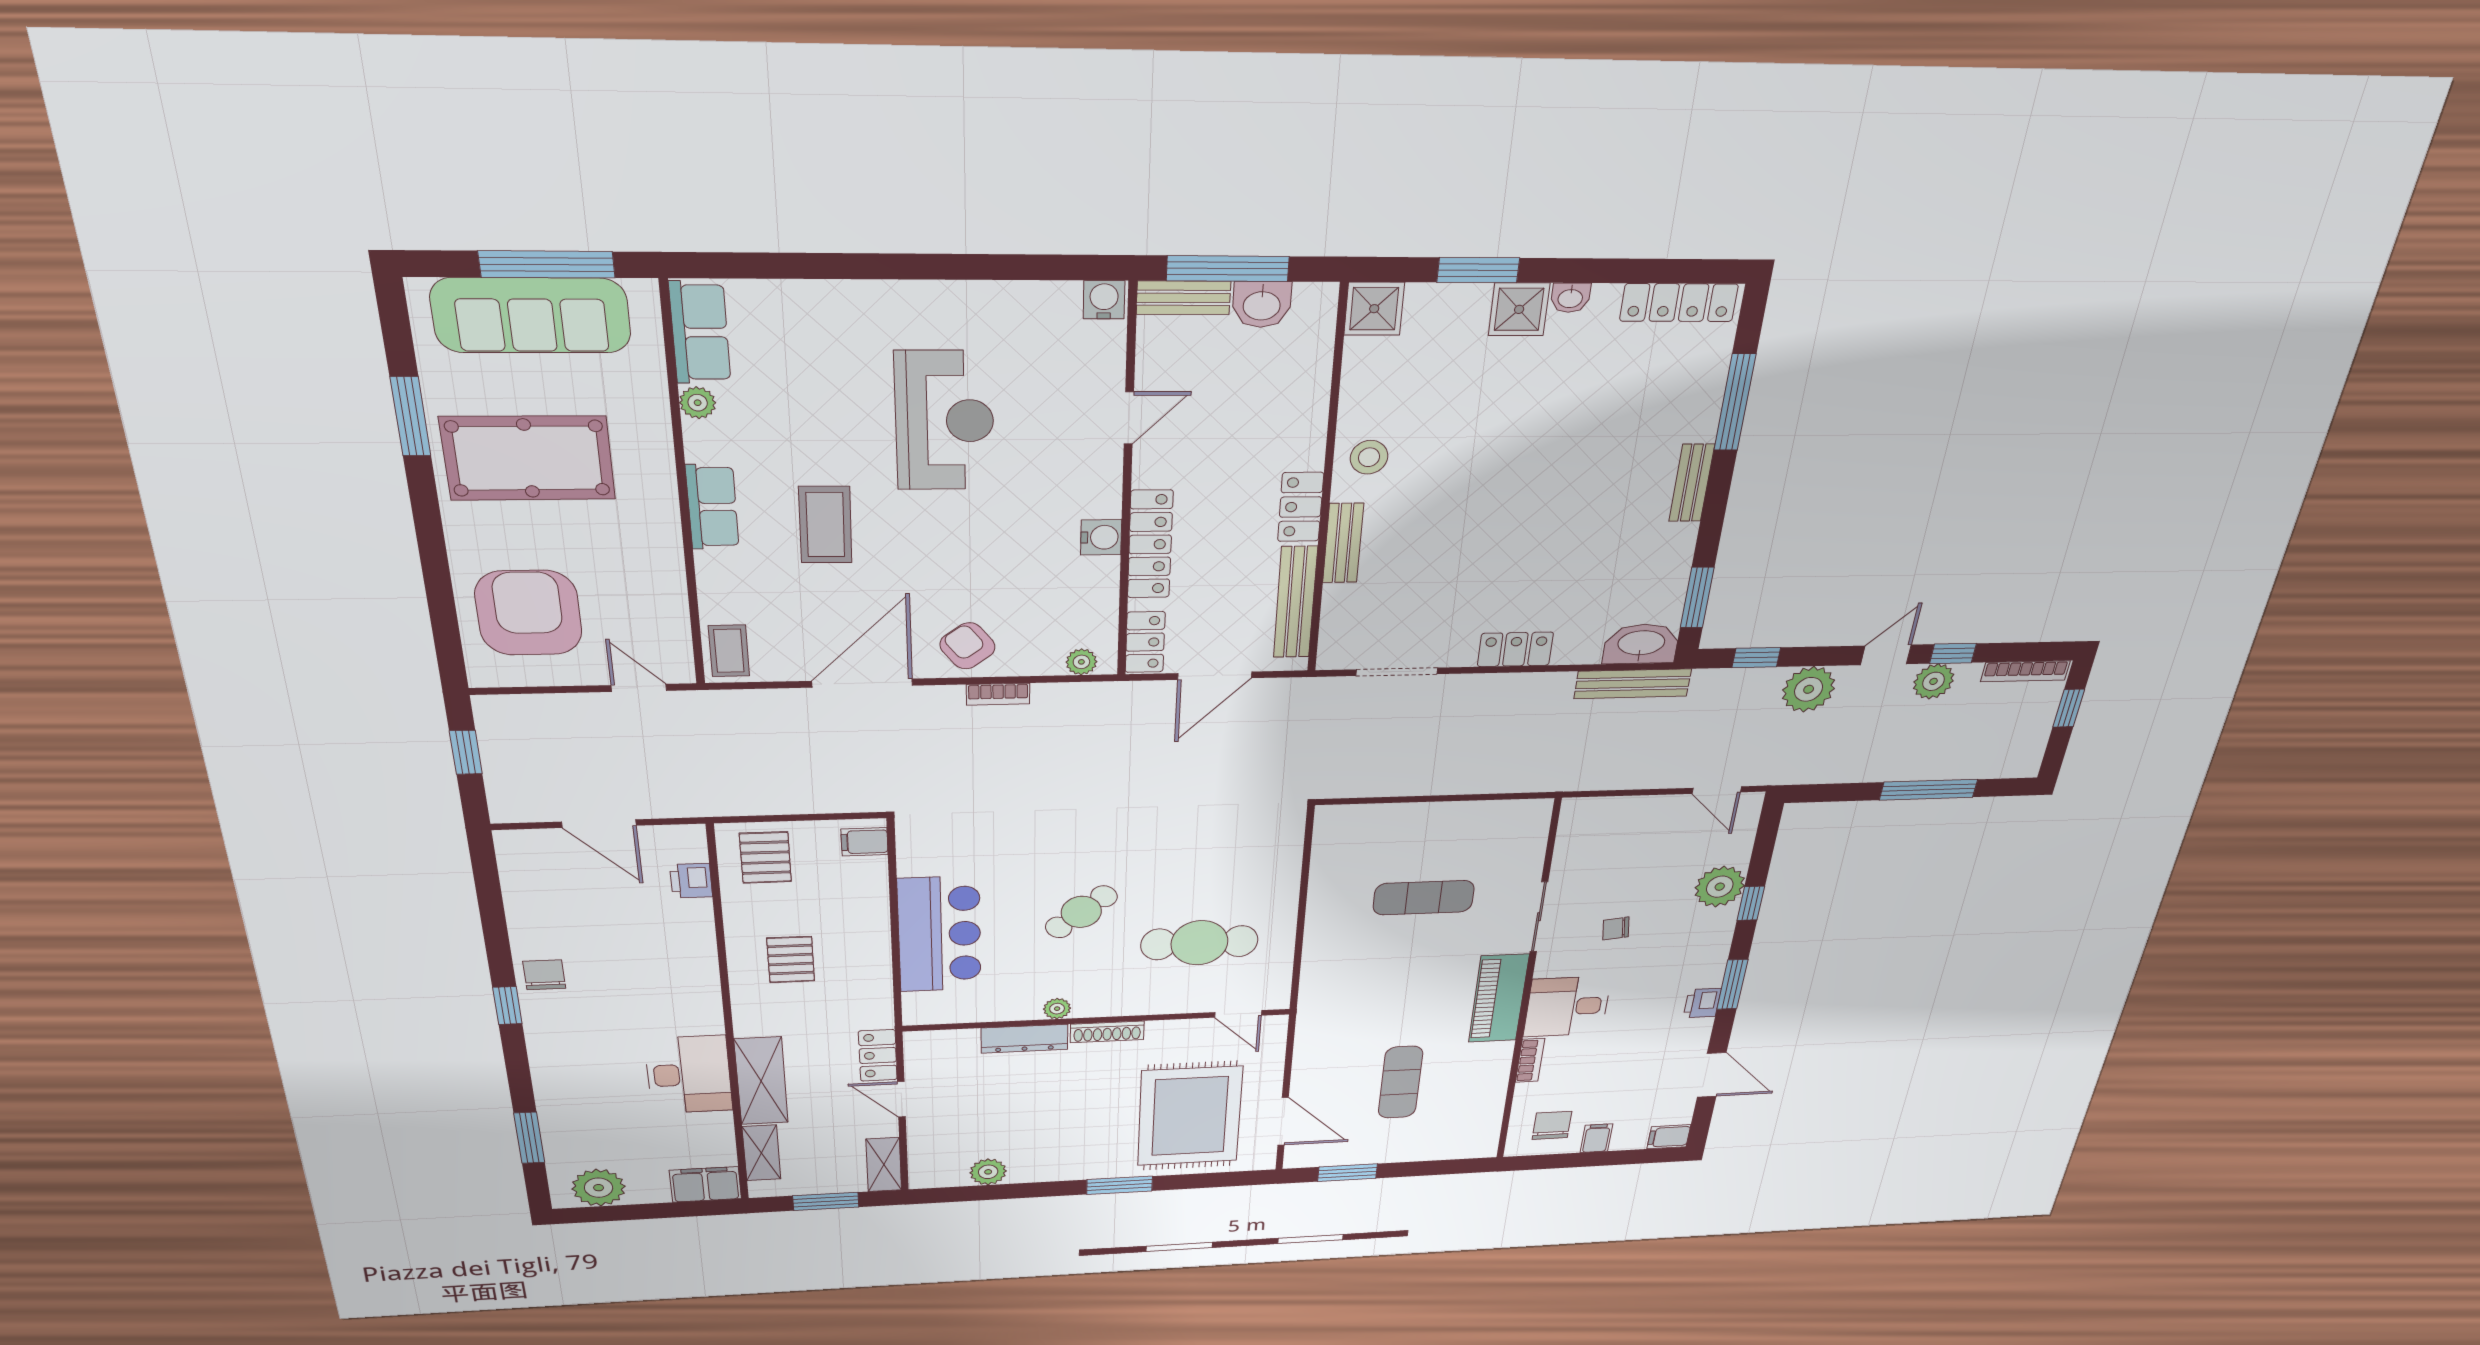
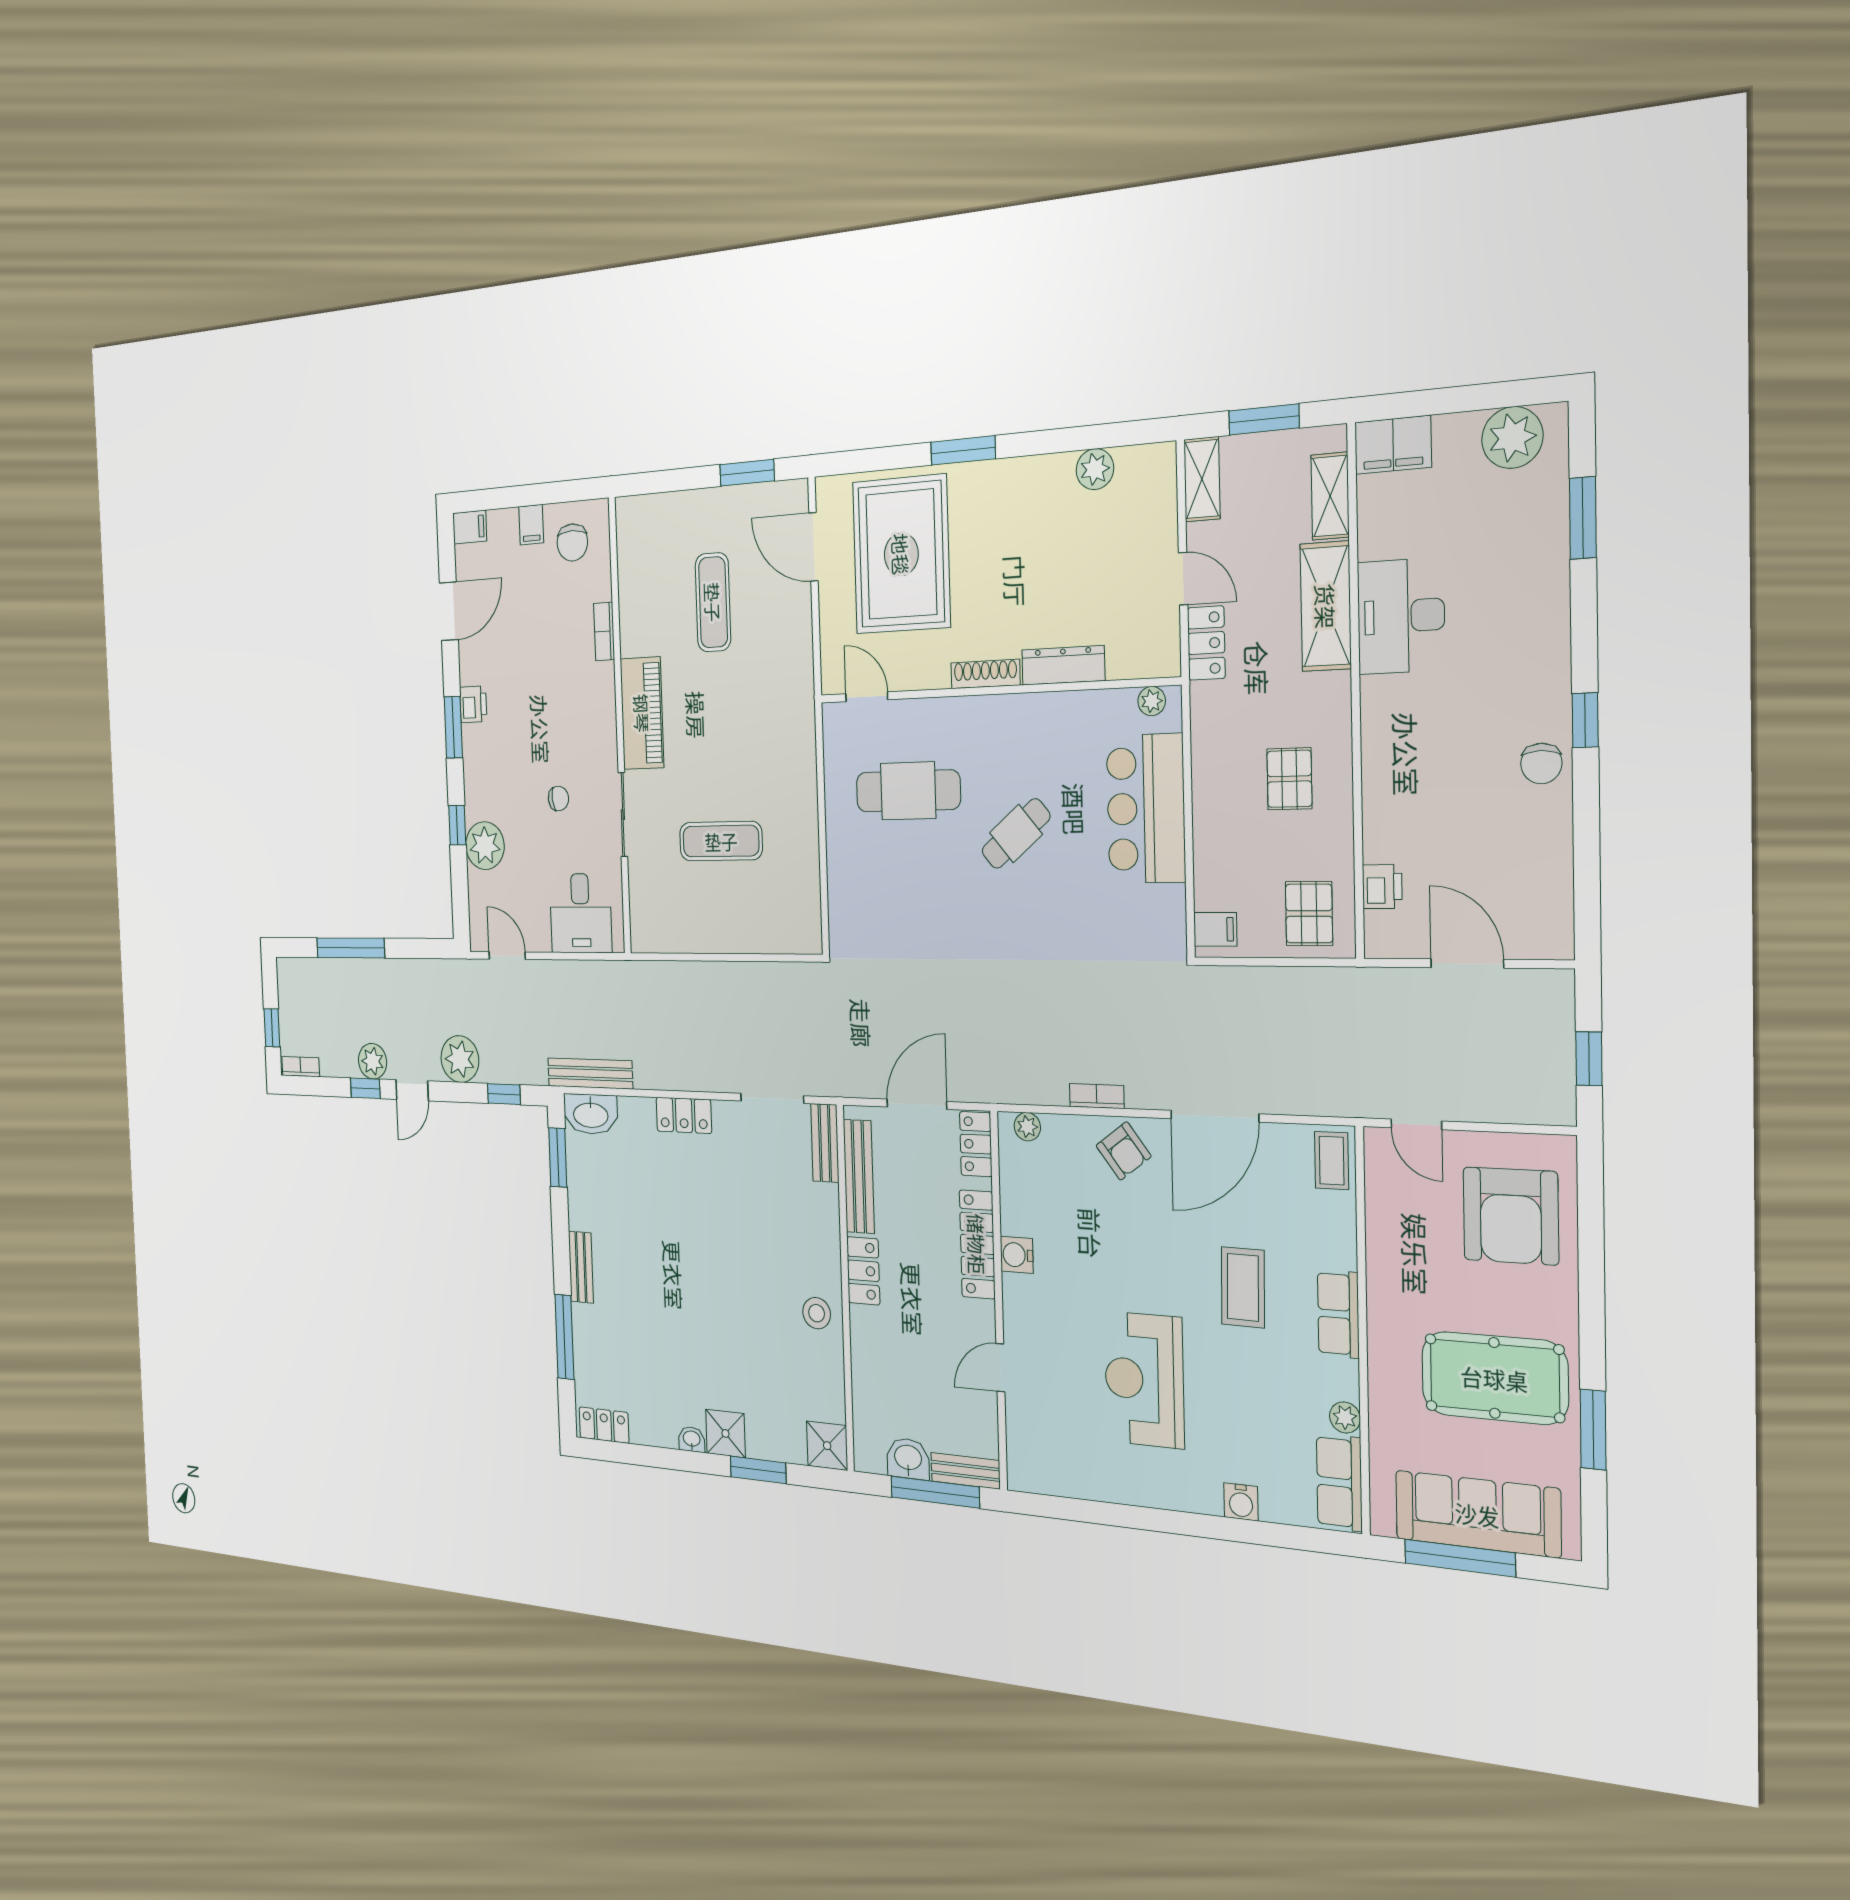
water cooler: (1104, 300) -> (1241, 1502), moved
locker: (1679, 303) -> (604, 1425), width x0.66
bench: (1343, 543) -> (825, 1143), moved
bookcase: (2025, 671) -> (301, 1067), width x0.64
desk: (1567, 1007) -> (581, 913), moved, turned 90
plant: (1057, 1009) -> (1152, 701), moved
door: (1712, 1075) -> (449, 611), swing flipped

